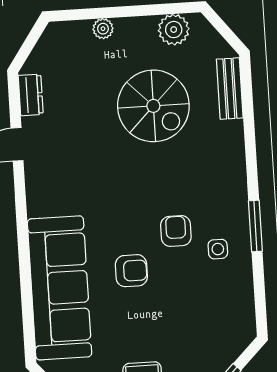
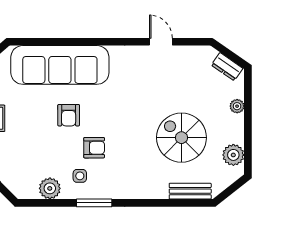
dresser: (31, 95) -> (227, 67), moved, turned 35
spiral stairs: (153, 106) -> (181, 138), turned 90
plant: (239, 291) -> (50, 188), added

